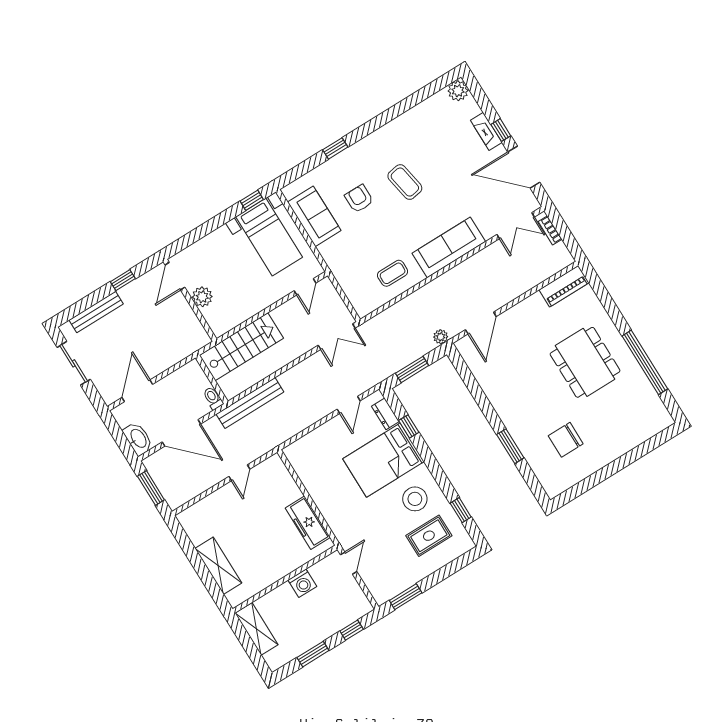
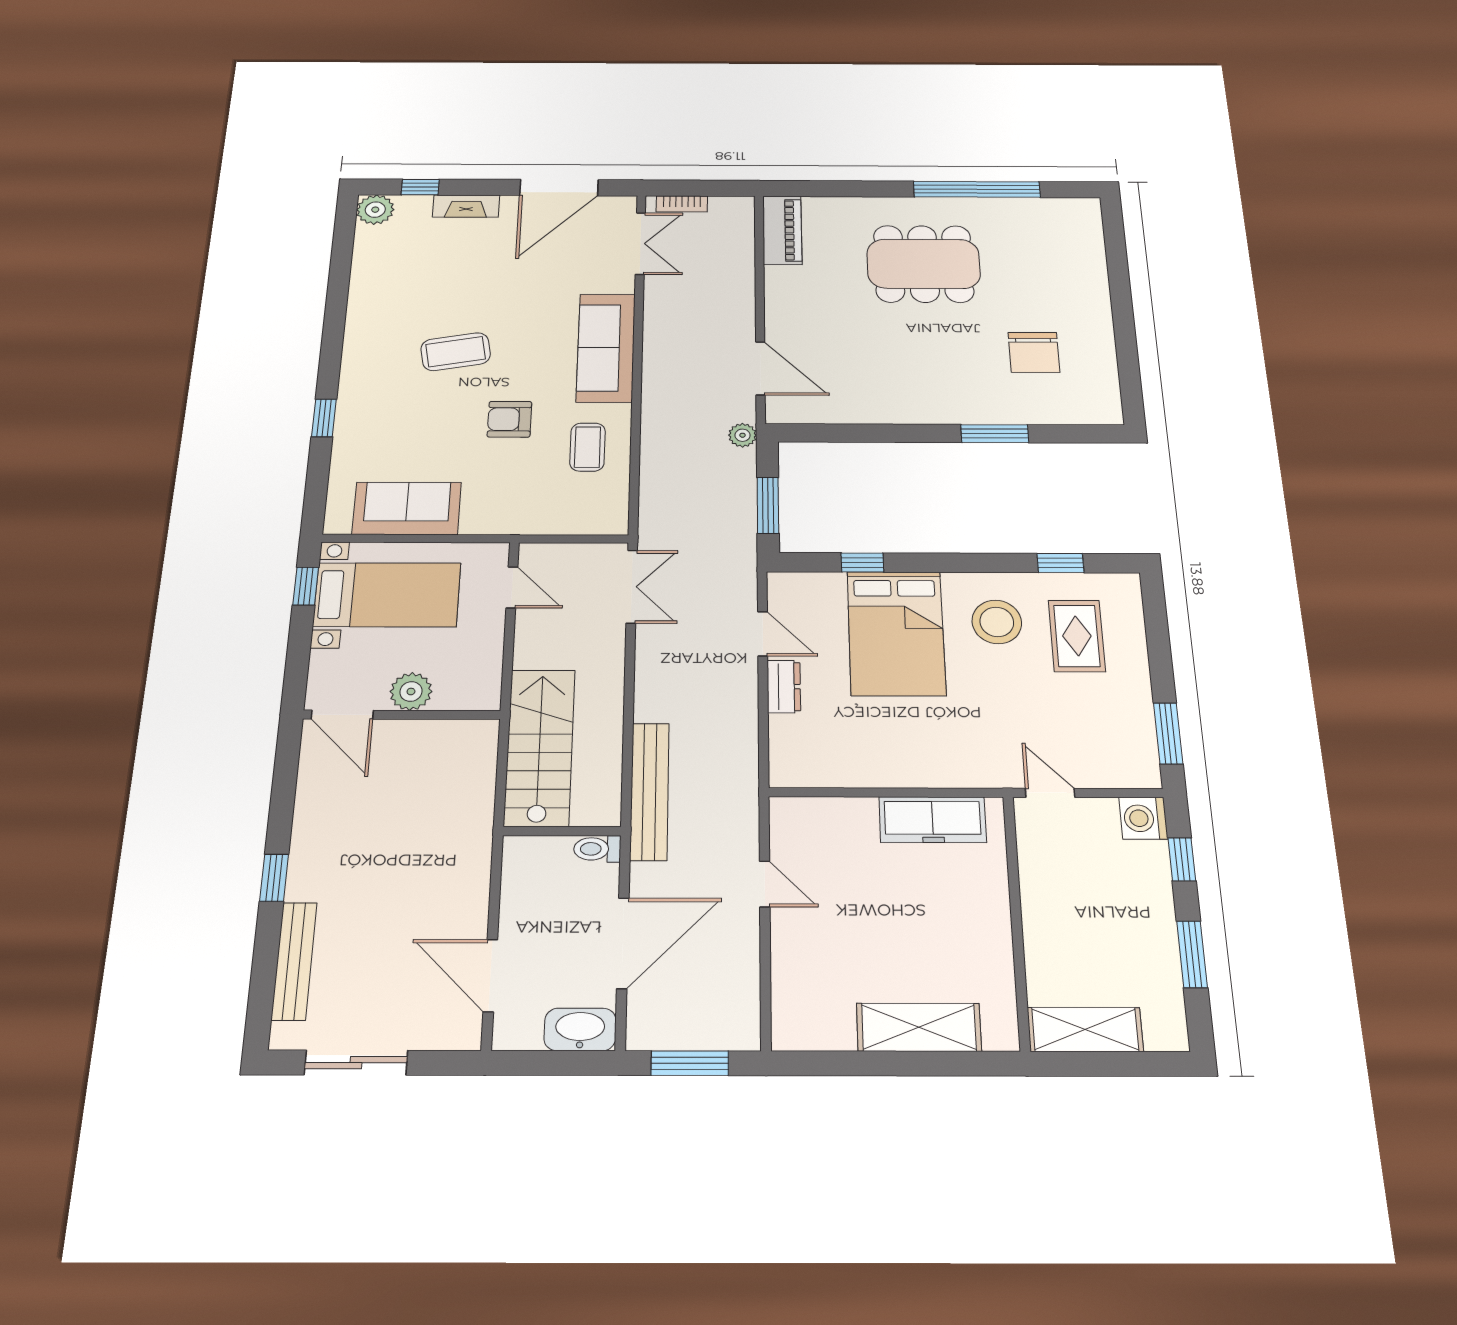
window: (501, 130) -> (420, 187), moved
armchair: (359, 199) -> (510, 419), moved
door: (175, 276) -> (342, 715), moved
plant: (202, 297) -> (411, 692), moved
wall: (190, 300) -> (402, 715), moved
dresser: (385, 414) -> (784, 687), moved, turned -90
washing machine: (302, 583) -> (1143, 818), moved, turned 180

